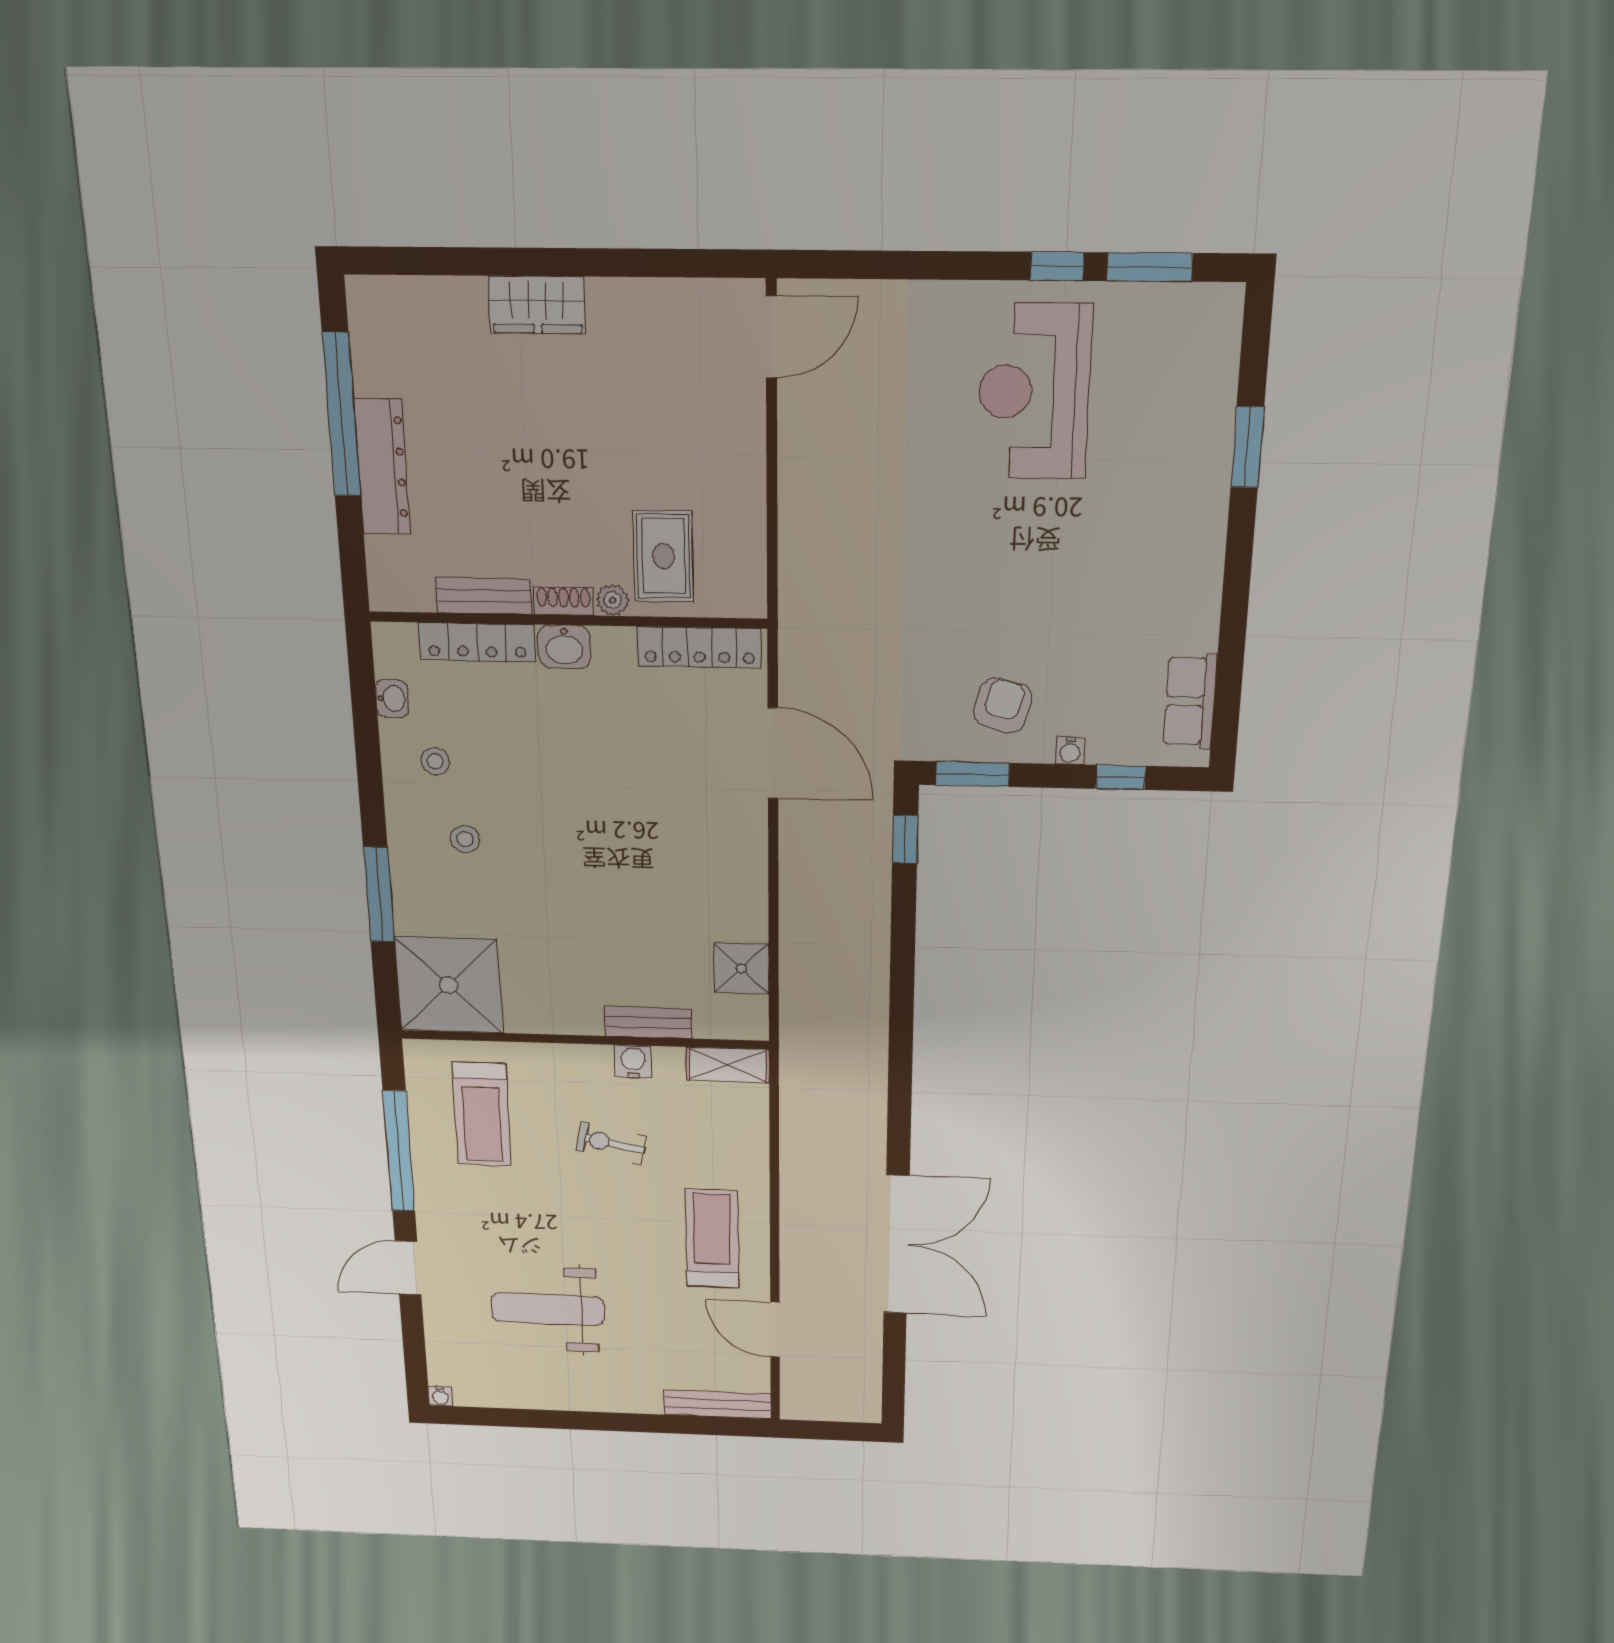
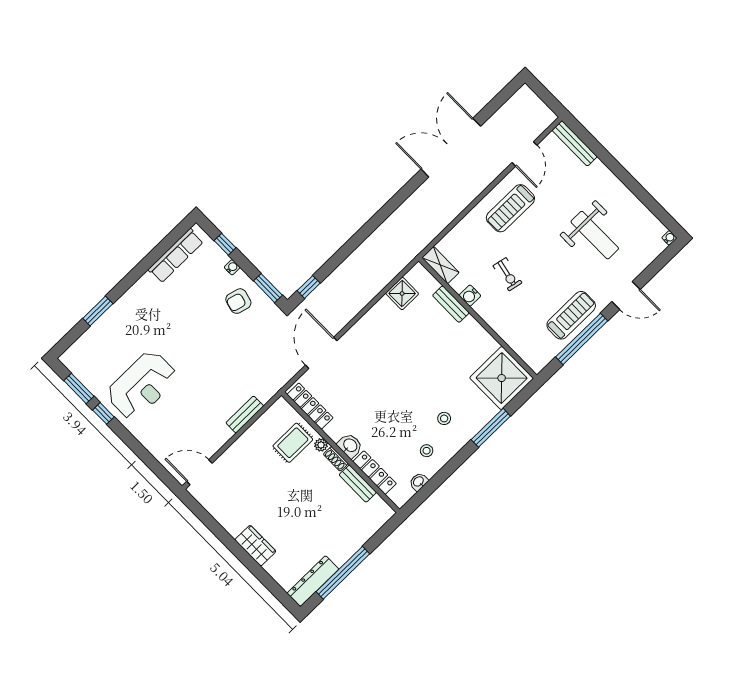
dresser: (382, 467) -> (313, 581), moved
bench: (796, 523) -> (245, 414), added
row of seats: (1190, 701) -> (176, 256), width x1.48
treadmill: (482, 1114) -> (571, 315), moved

